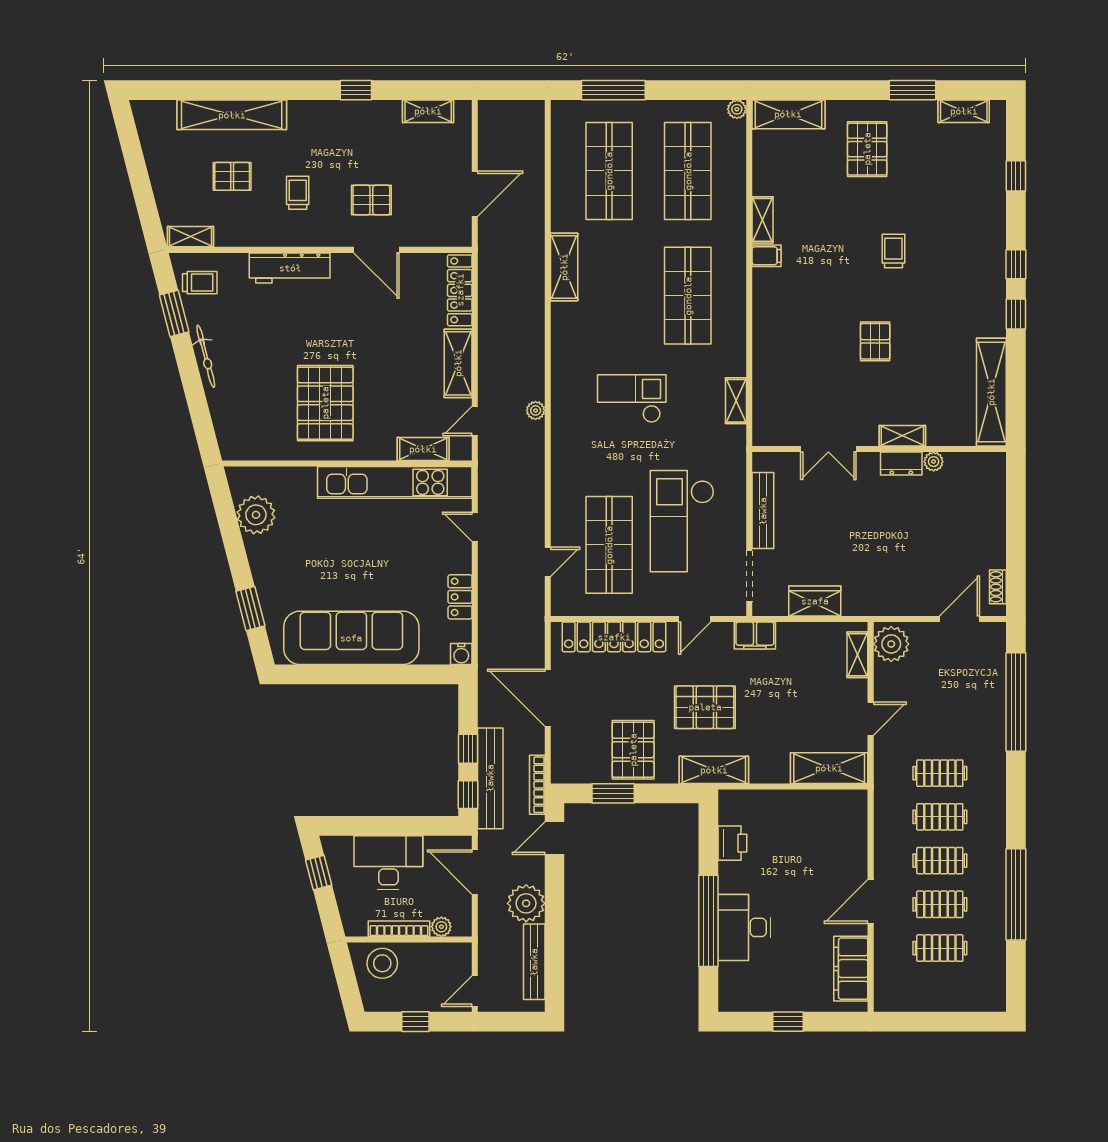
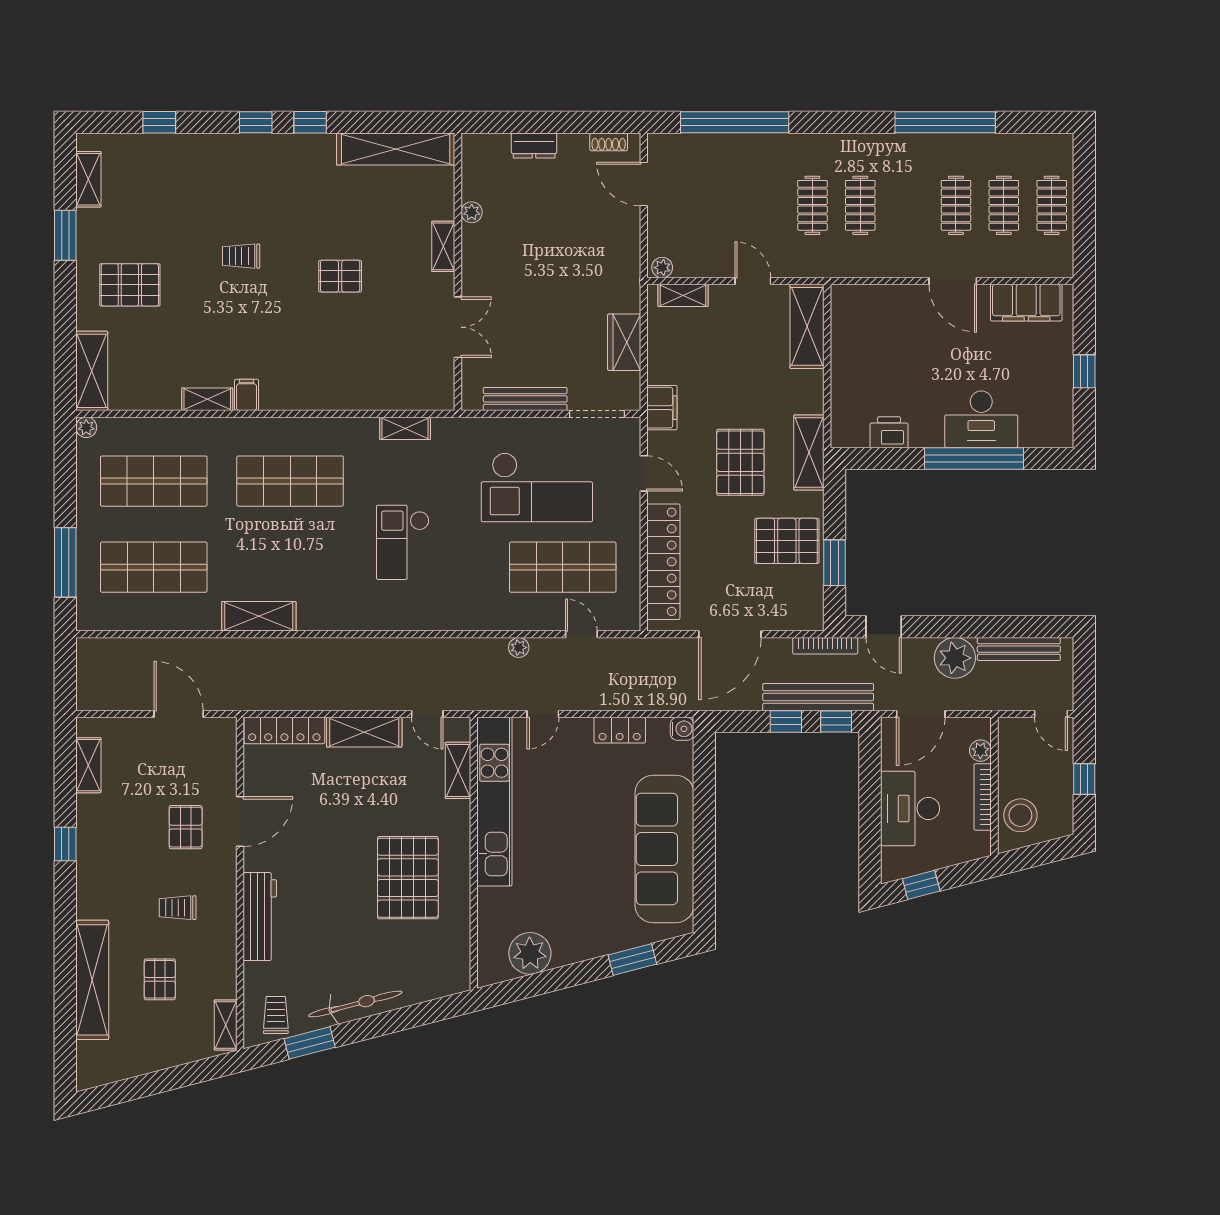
bicycle: (206, 356) -> (355, 1004), width x1.37, depth x1.40
pallet: (325, 403) -> (408, 878), turned 90
plant: (536, 410) -> (519, 648), moved
dresser: (901, 463) -> (534, 145), moved, turned 90
plant: (891, 644) -> (662, 268), width x0.53, depth x0.53
clothes rail: (940, 861) -> (1052, 205), moved

